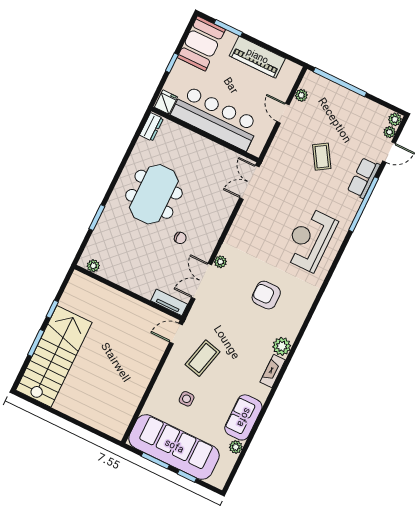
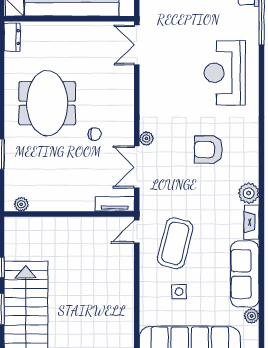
coffee table: (203, 358) -> (175, 243), width x1.36, depth x1.32
sofa: (243, 417) -> (245, 274), width x1.36

